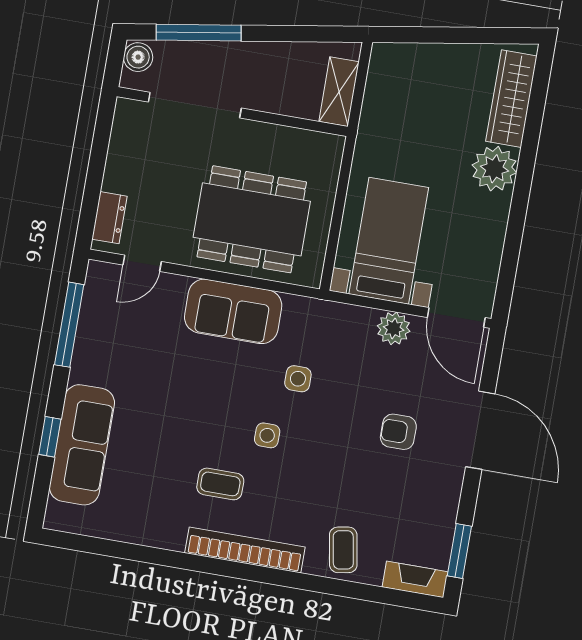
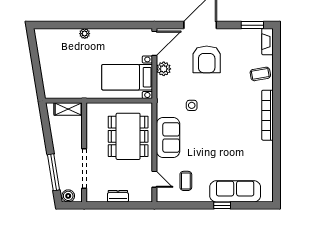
wardrobe: (511, 99) -> (59, 36), removed
plant: (494, 169) -> (85, 34), width x0.53, depth x0.53
dresser: (109, 218) -> (118, 196), moved
window: (69, 325) -> (186, 205), removed
armchair: (398, 432) -> (207, 59), width x1.88, depth x1.88
side table: (267, 435) -> (218, 114), removed
window: (50, 437) -> (222, 205), moved
coffee table: (220, 484) -> (186, 181), moved

